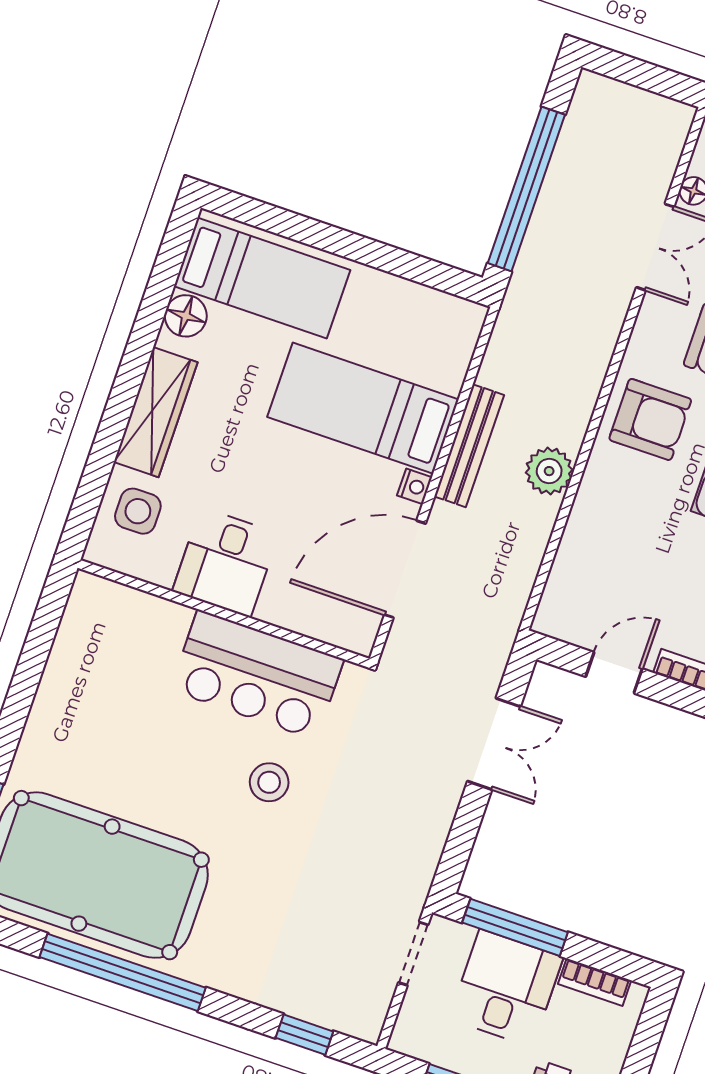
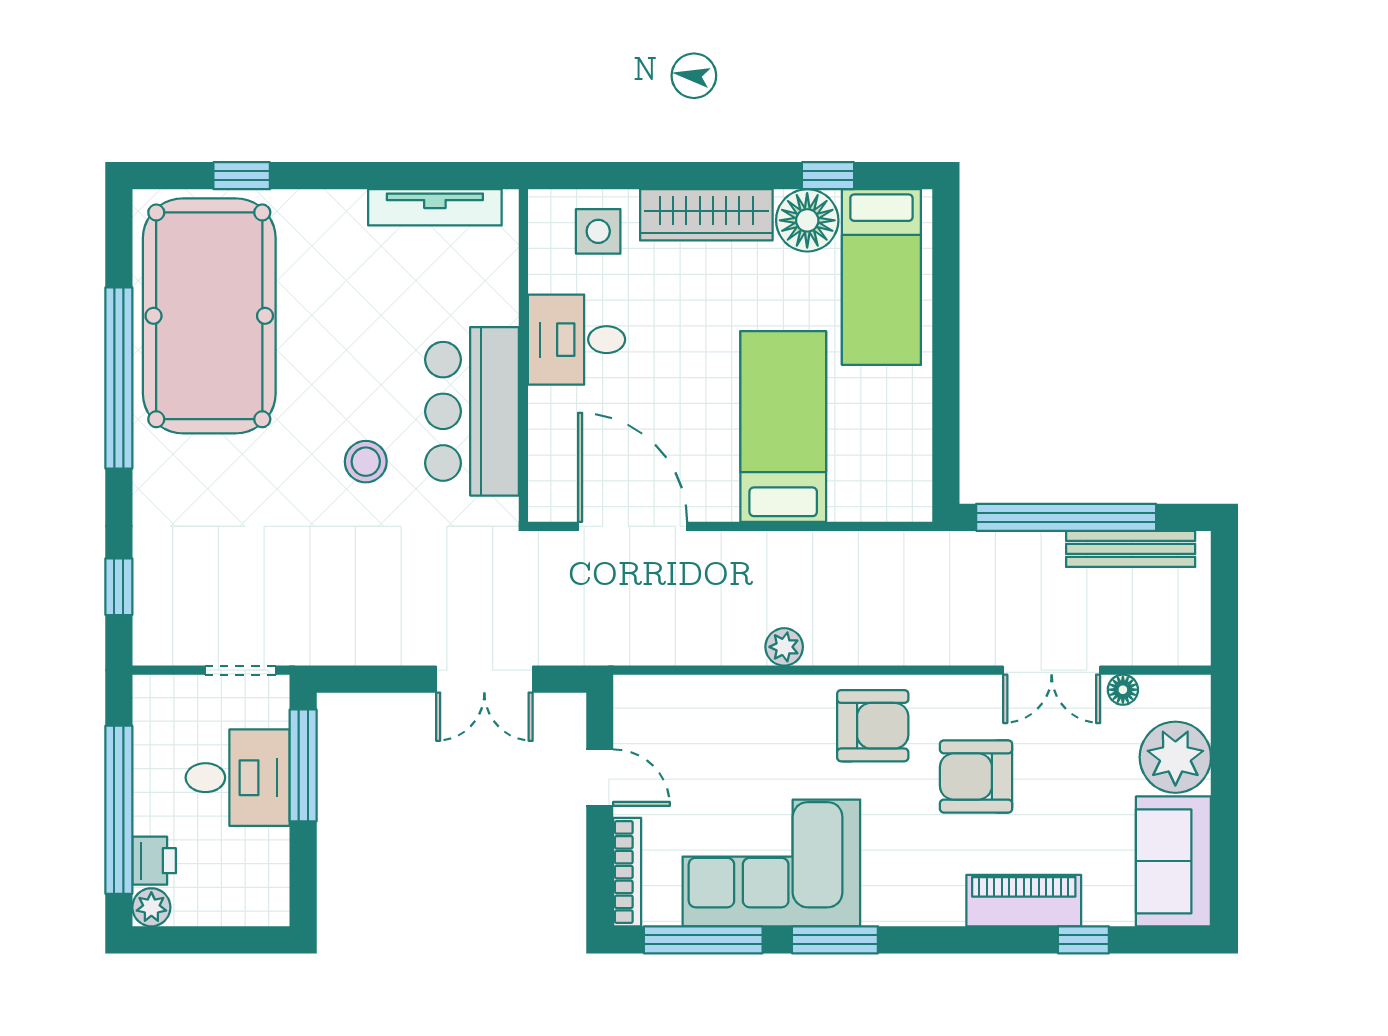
window: (158, 294) -> (828, 176), added
floor lamp: (186, 316) -> (807, 220), width x1.38, depth x1.38
armchair: (650, 419) -> (873, 726), turned -90
bench: (469, 446) -> (1131, 549), moved
plant: (549, 471) -> (784, 647), width x0.73, depth x0.73
nightstand: (415, 486) -> (721, 507), removed
tv unit: (68, 646) -> (435, 207), added
bookcase: (595, 982) -> (275, 866), removed

